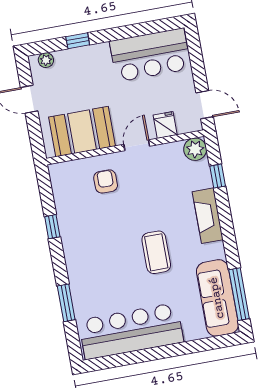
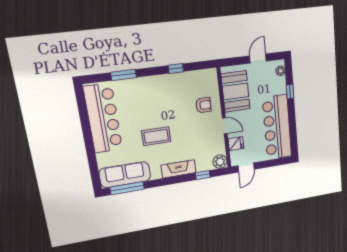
bar counter: (150, 55) -> (277, 127), width x1.36

